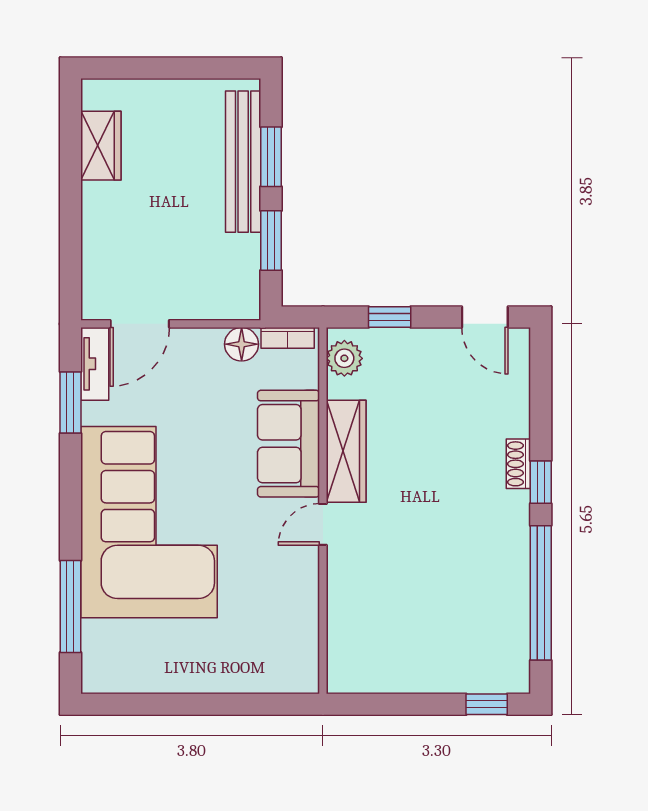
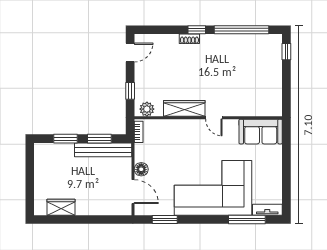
bench: (243, 162) -> (103, 150), moved
floor lamp: (242, 344) -> (141, 169), moved
tv unit: (95, 364) -> (267, 210), moved
sofa: (289, 444) -> (261, 132), moved

